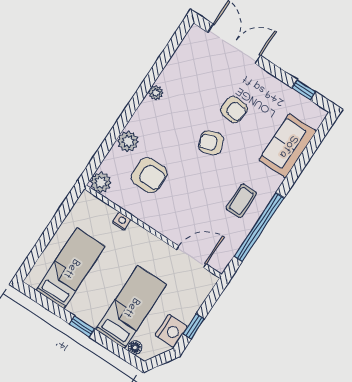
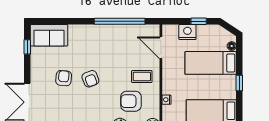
sofa: (288, 146) -> (49, 35), moved
armchair: (149, 175) -> (131, 101), turned -90
coffee table: (241, 201) -> (142, 77), moved
nightstand: (171, 331) -> (187, 32), moved

